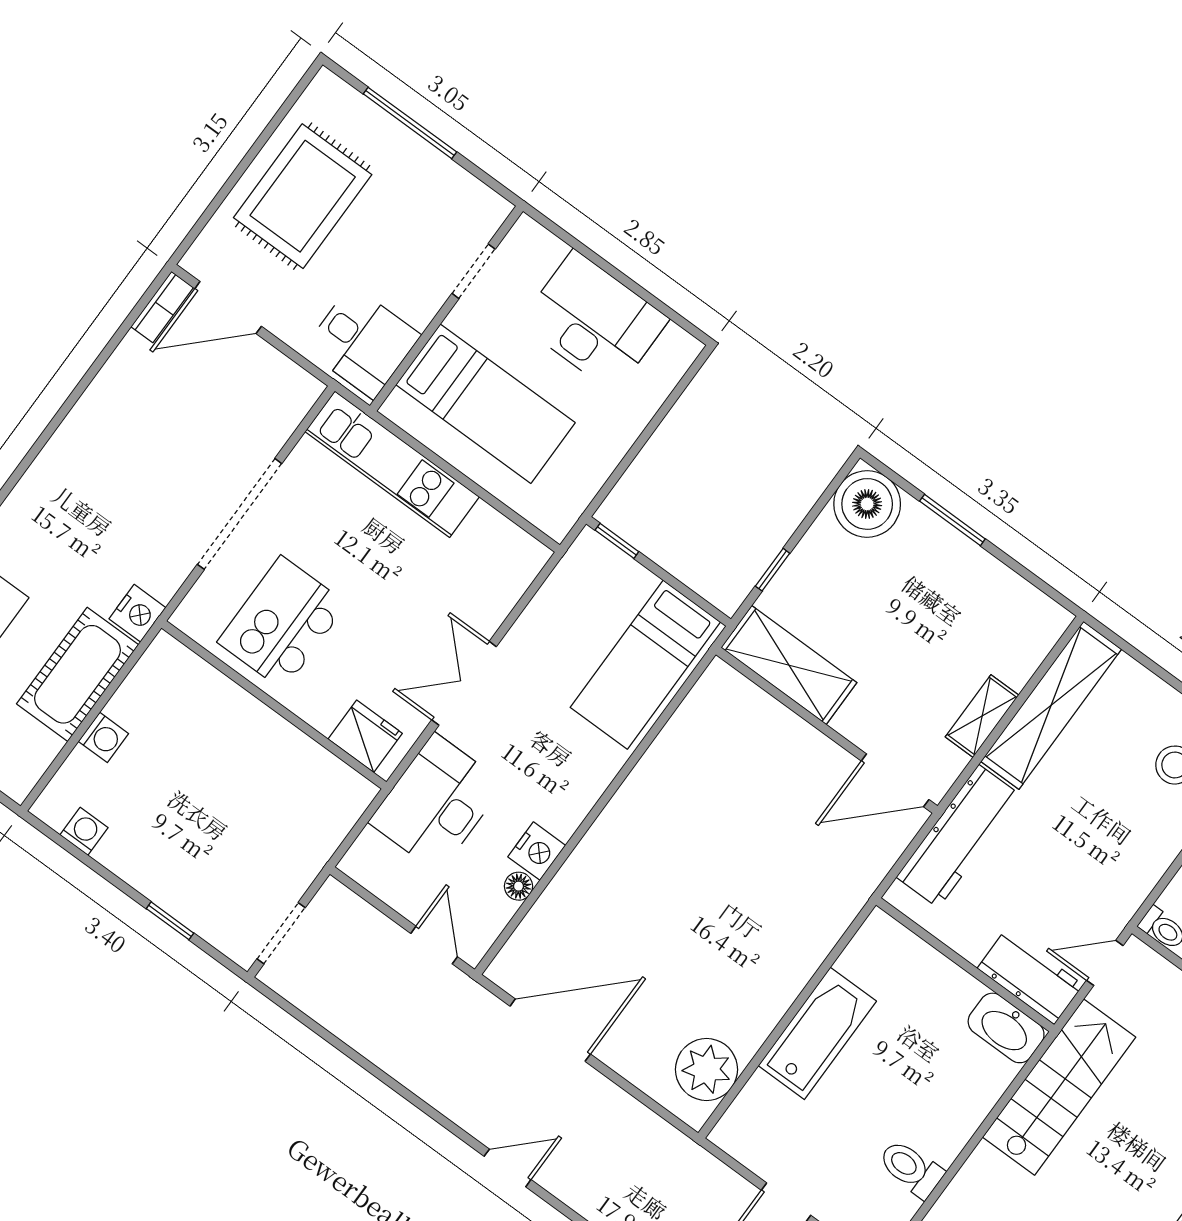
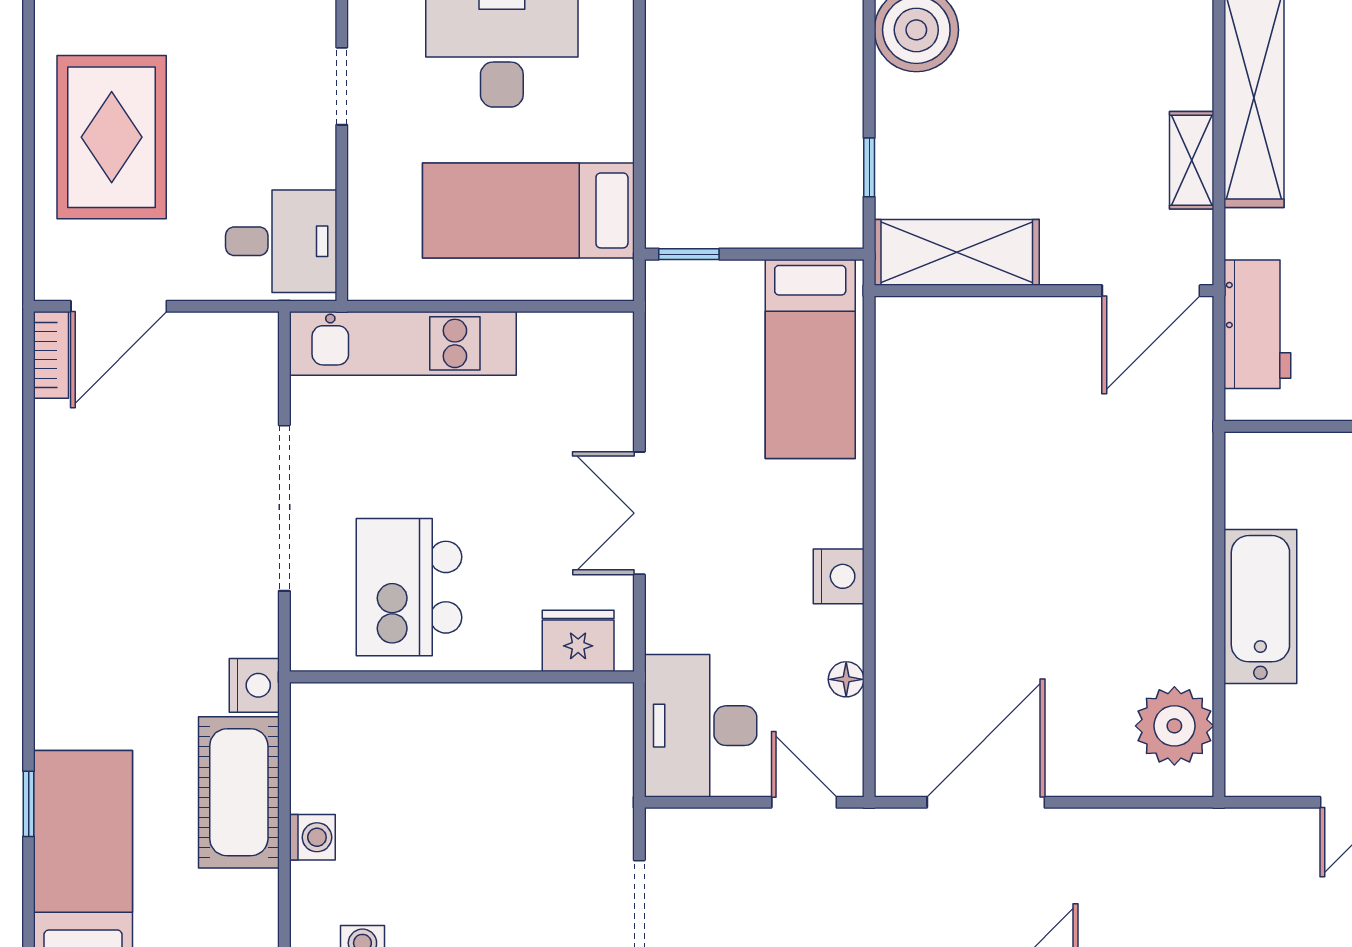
bed: (485, 404) -> (528, 210), moved, turned 180
desk: (437, 803) -> (701, 726), moved
workbench: (959, 836) -> (1257, 324), width x0.73
nightstand: (537, 851) -> (839, 576), moved

